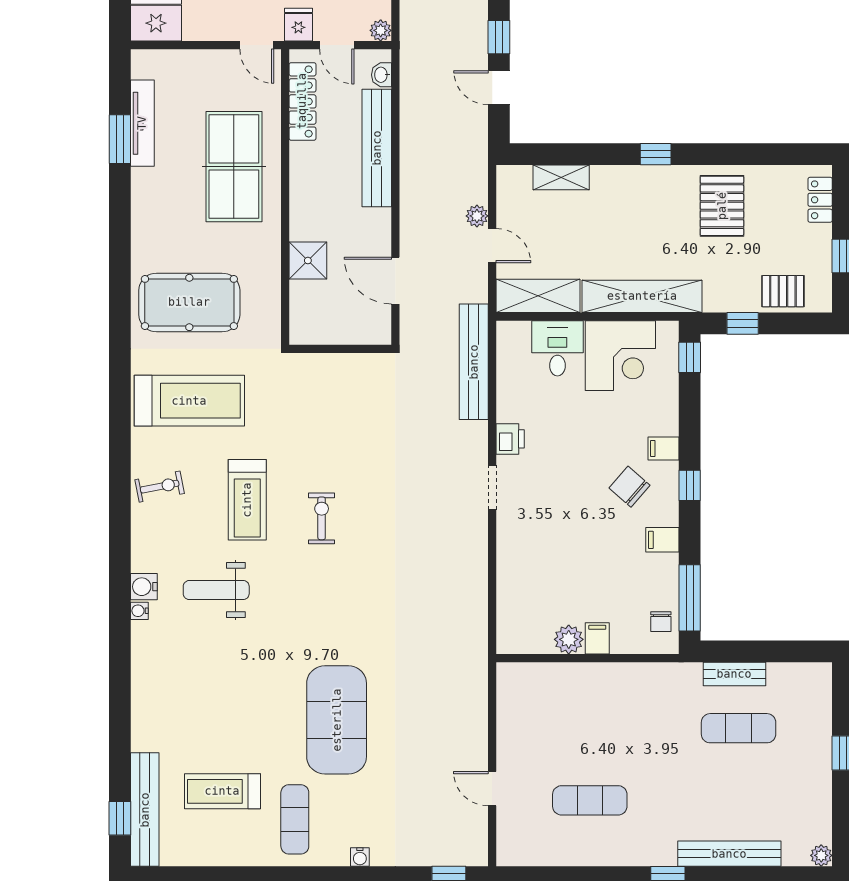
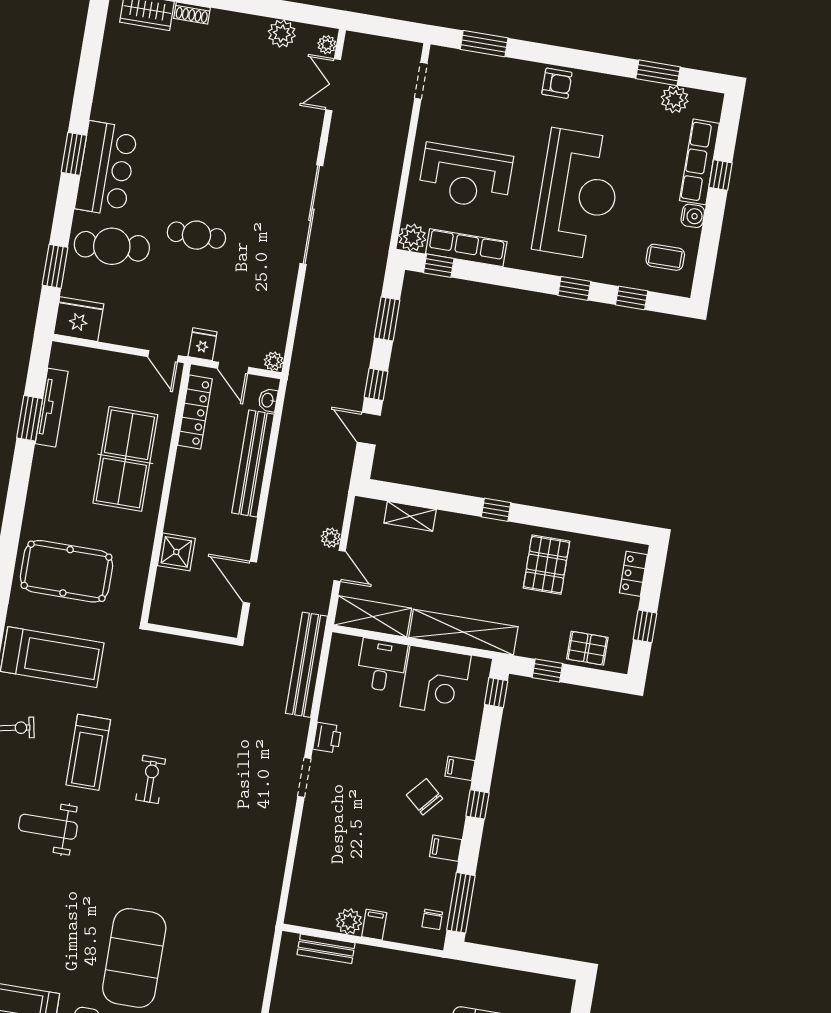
bench: (734, 674) -> (326, 949), moved

